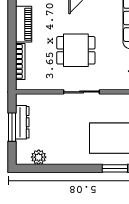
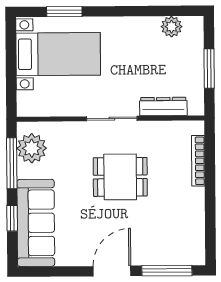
piano: (24, 24) -> (194, 213), removed
dresser: (22, 122) -> (163, 107), moved, turned 90

